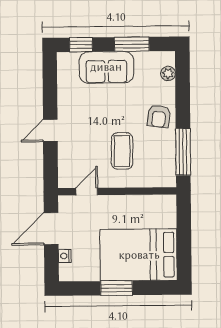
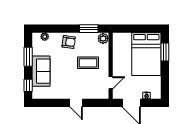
window: (183, 152) -> (89, 29), width x0.69
plant: (166, 178) -> (103, 38), added
door: (87, 192) -> (111, 83), swing flipped
window: (117, 288) -> (165, 52), moved

